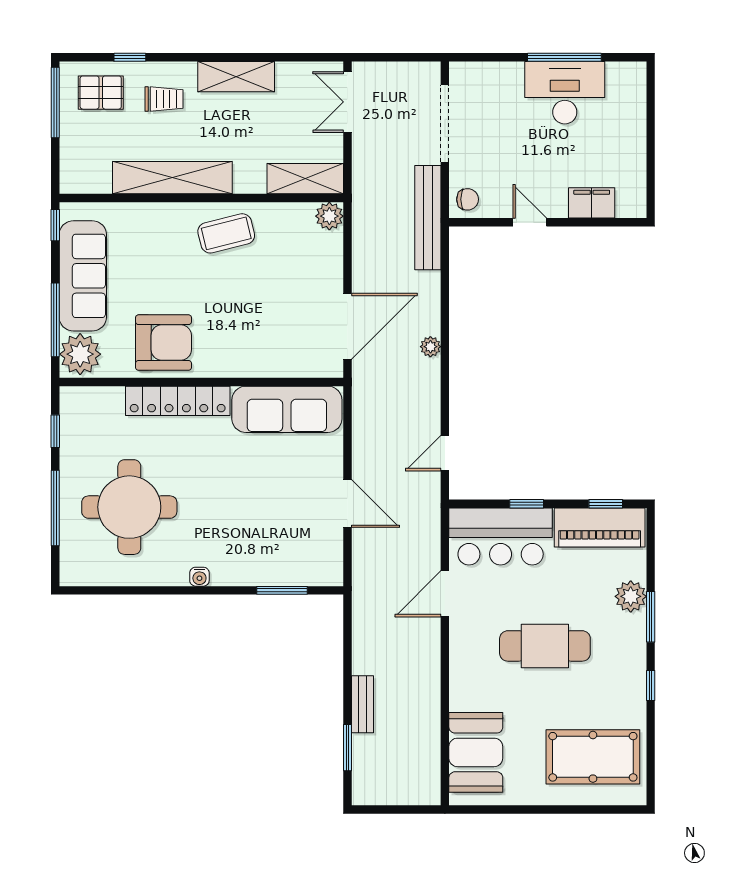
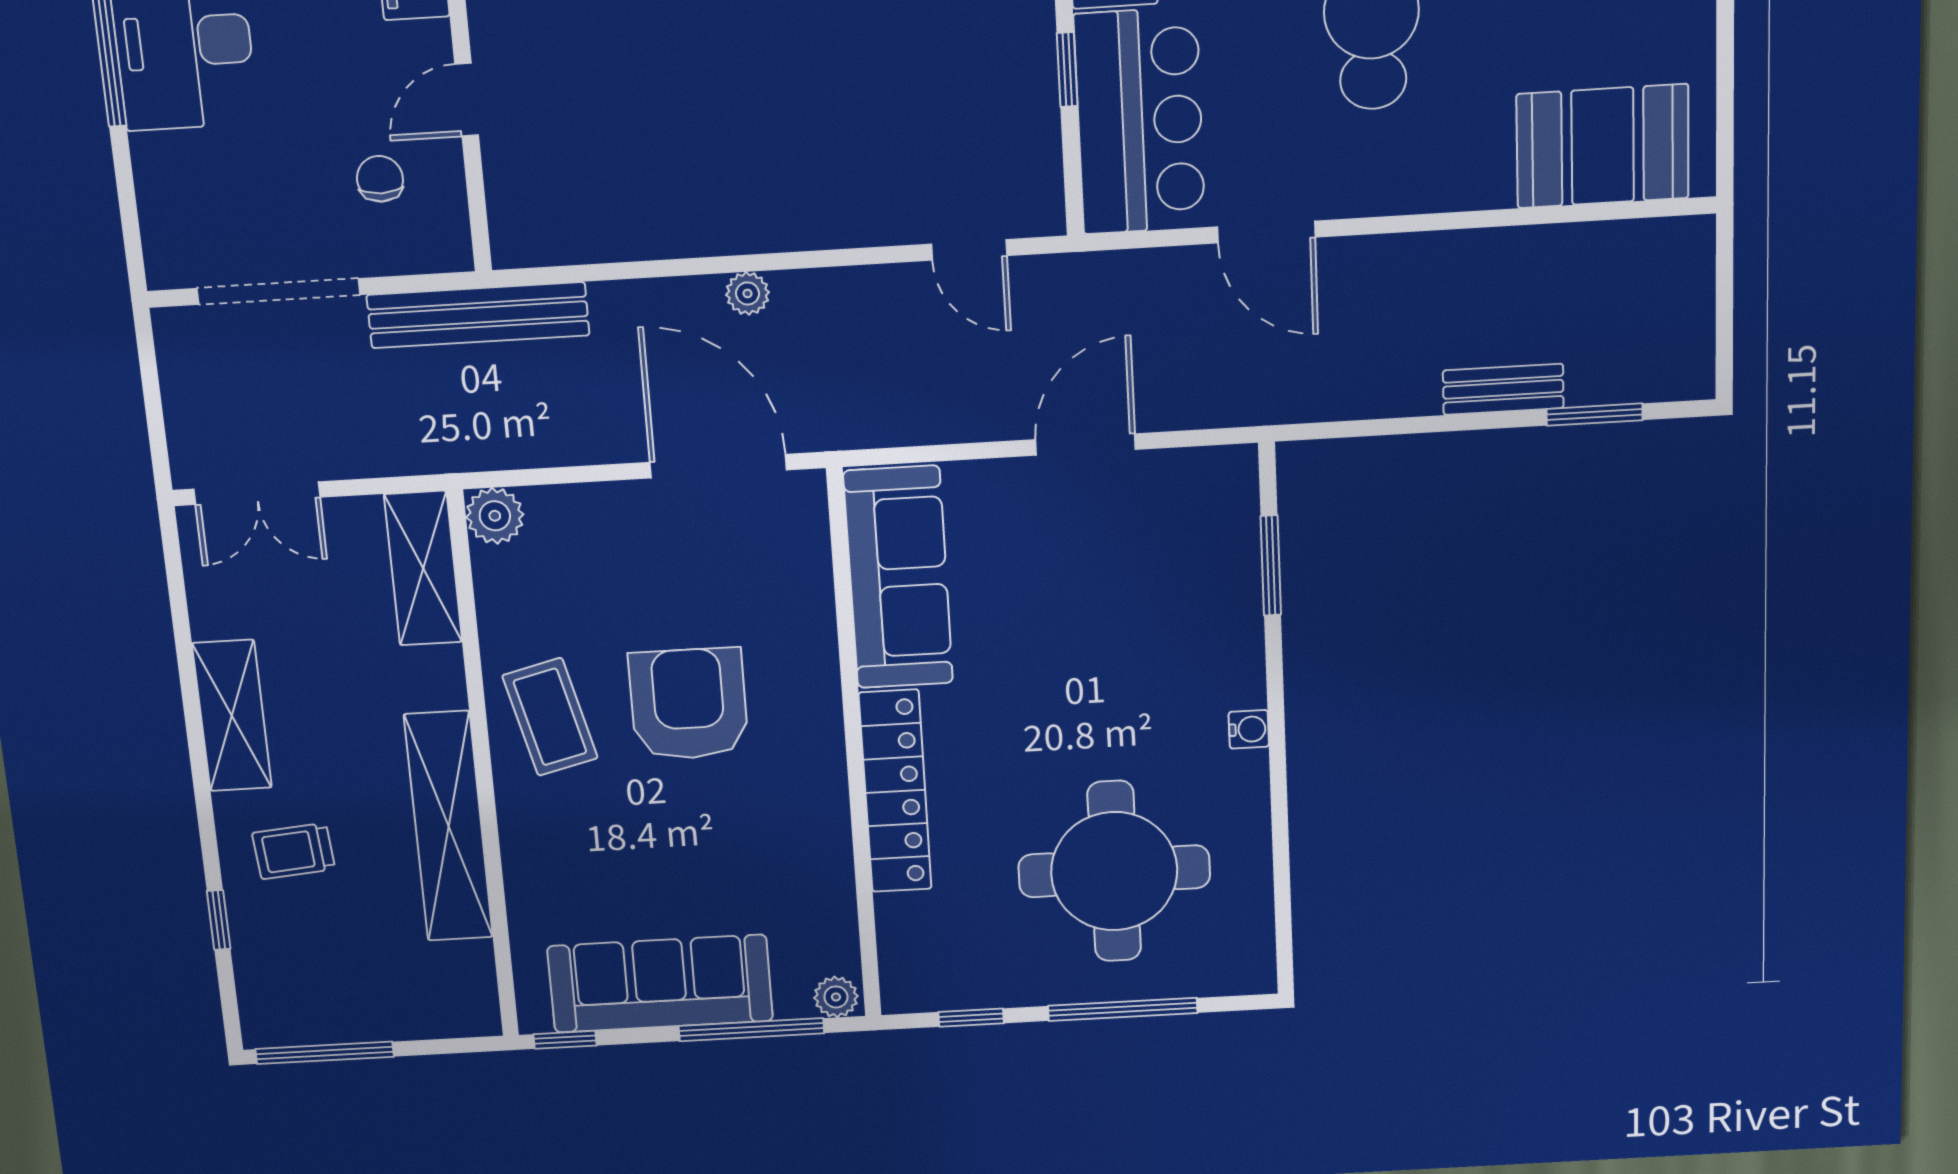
pallet: (101, 93) -> (295, 970), removed
trolley: (164, 99) -> (294, 851), turned -95
chair: (468, 199) -> (380, 179), moved
armchair: (163, 343) -> (689, 704), moved
plant: (80, 354) -> (836, 997), width x0.53, depth x0.53

